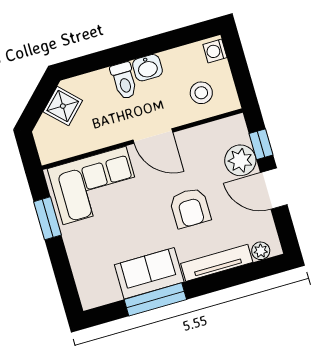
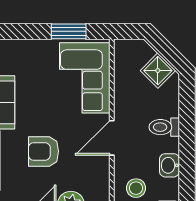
washbasin: (147, 68) -> (169, 165), moved

